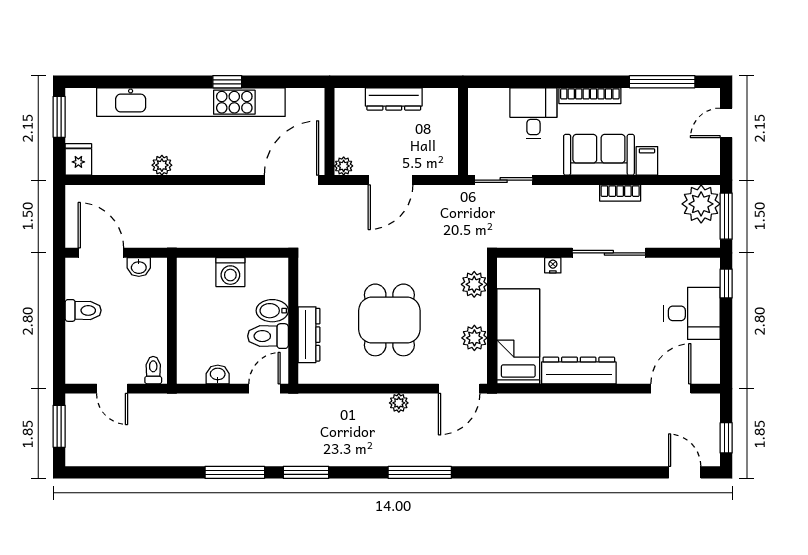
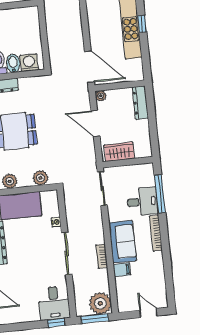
window: (662, 82) -> (160, 194), moved
dresser: (394, 99) -> (140, 103), moved
wardrobe: (444, 144) -> (119, 152), added
washing machine: (230, 272) -> (29, 63), moved, turned 90
desk: (692, 313) -> (54, 303), moved

